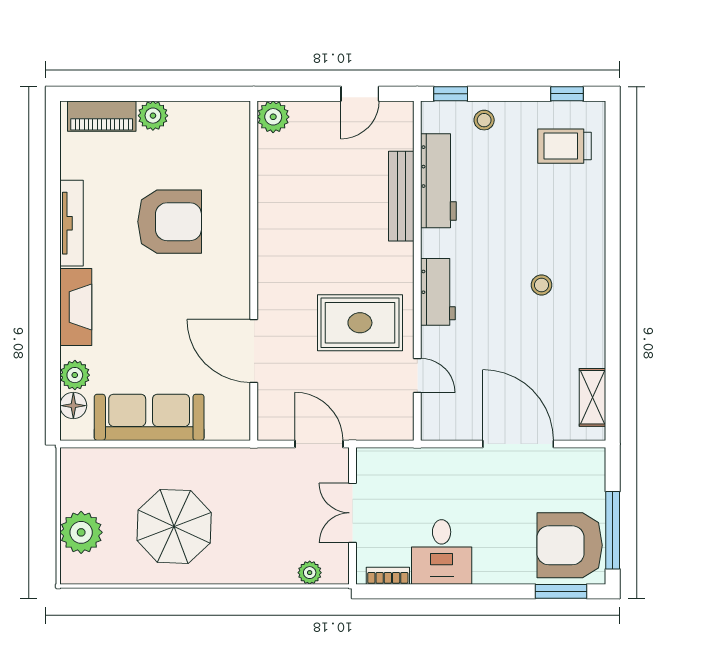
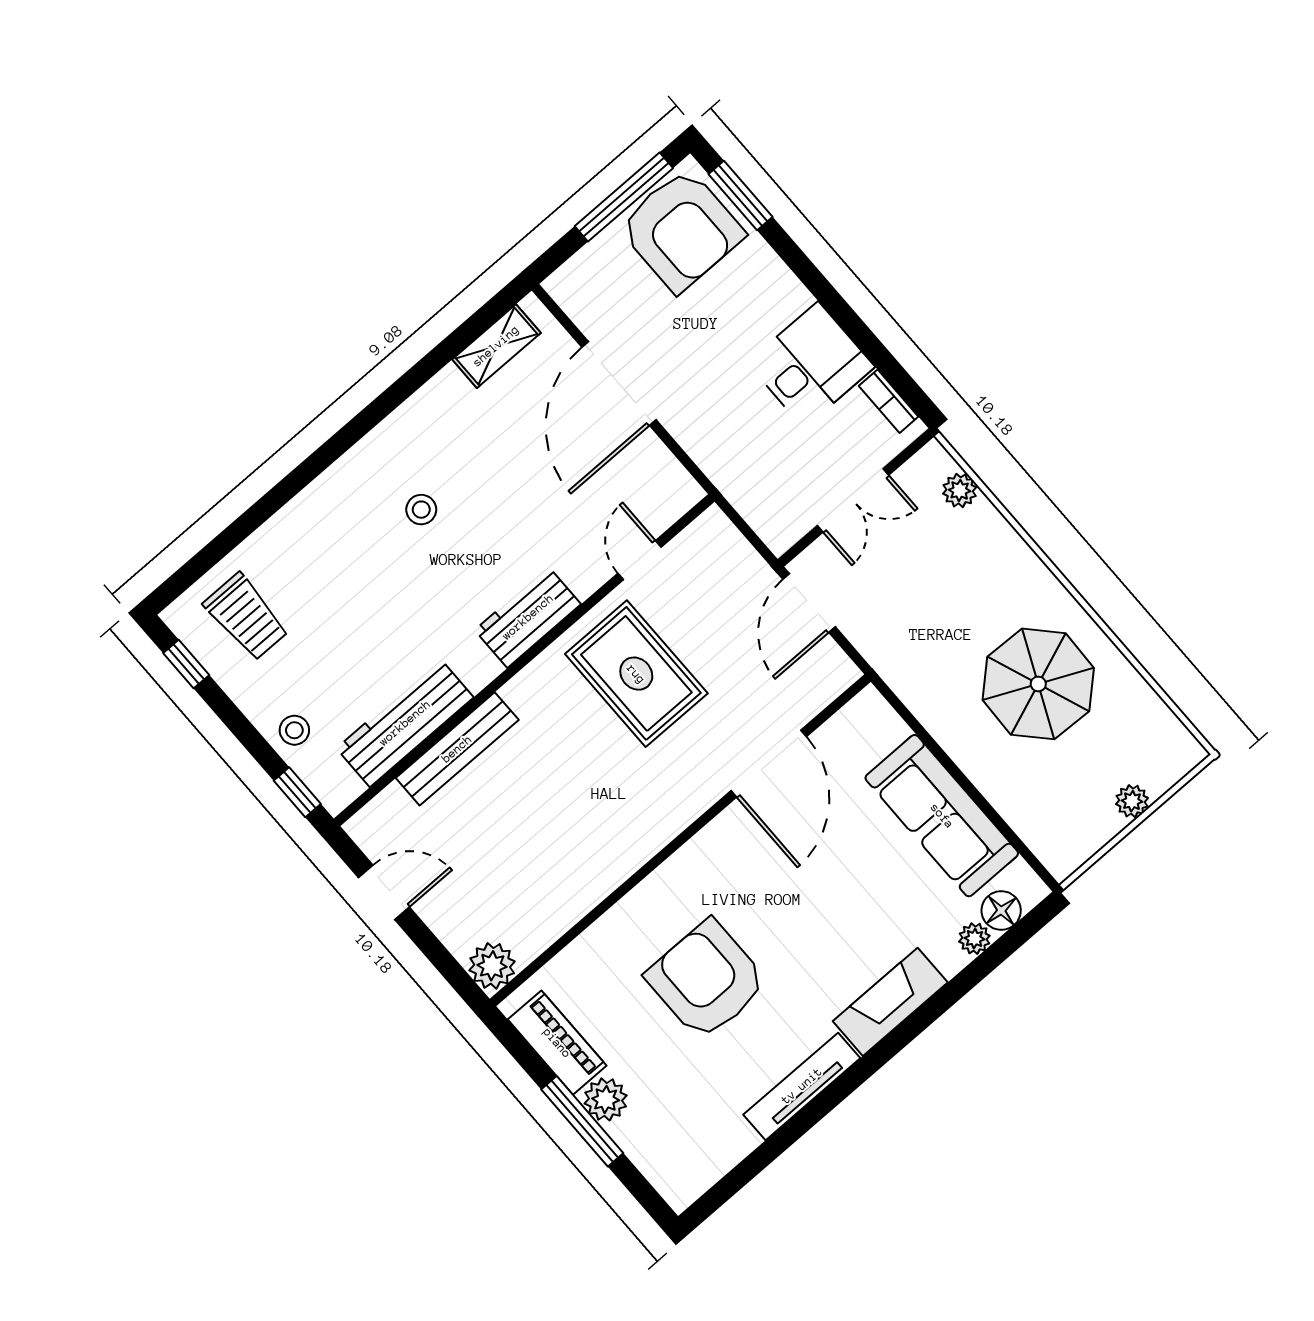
window: (152, 94) -> (582, 1121), added
piano: (102, 116) -> (557, 1043), moved
plant: (75, 375) -> (974, 939), width x0.73, depth x0.73
plant: (81, 532) -> (1132, 801), width x0.53, depth x0.53

